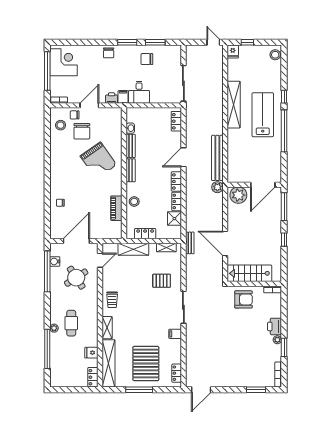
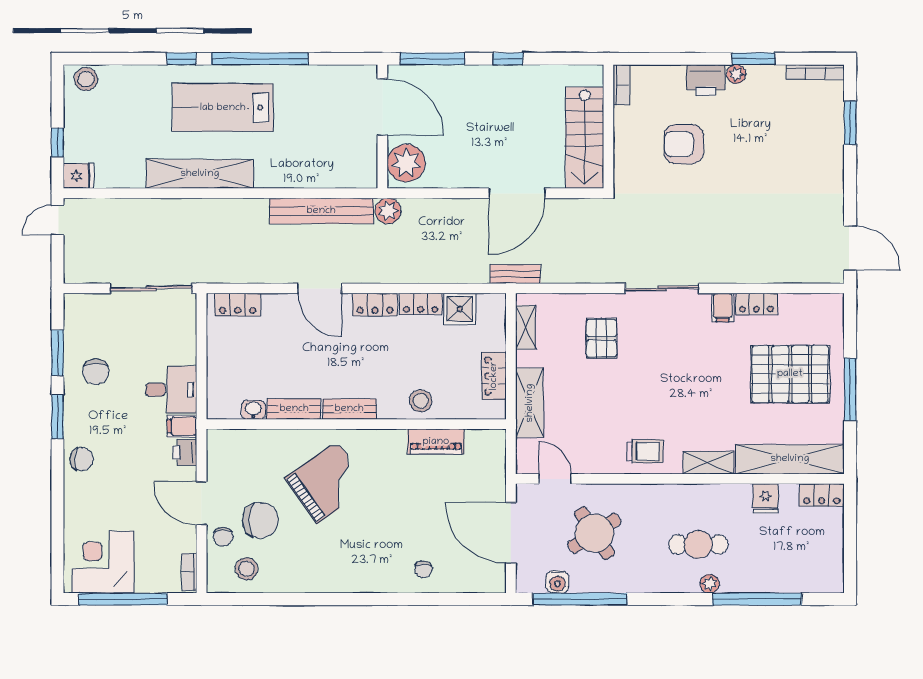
armchair: (243, 299) -> (684, 144), moved, turned -90
locker: (177, 373) -> (756, 304), moved

